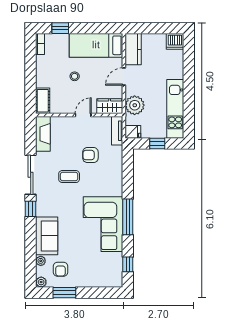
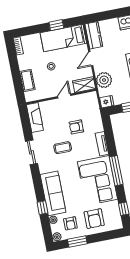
window: (60, 28) -> (56, 25), moved
cot: (43, 101) -> (27, 80), moved
tv unit: (117, 131) -> (102, 144), moved
sliding door: (31, 175) -> (31, 152), width x0.73
window: (31, 209) -> (42, 208), moved
sofa: (47, 236) -> (53, 193), width x1.36
armchair: (90, 269) -> (94, 219), added

